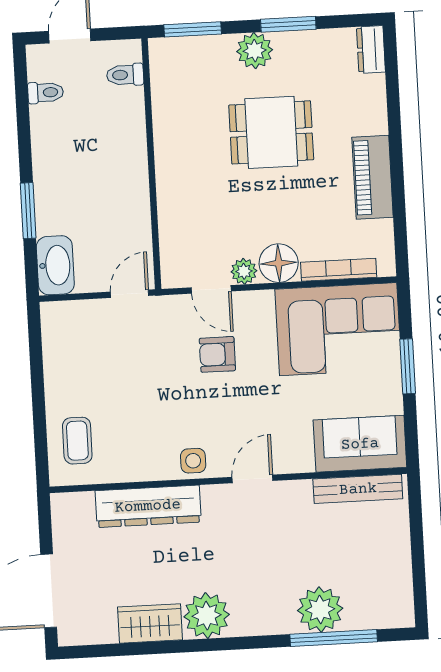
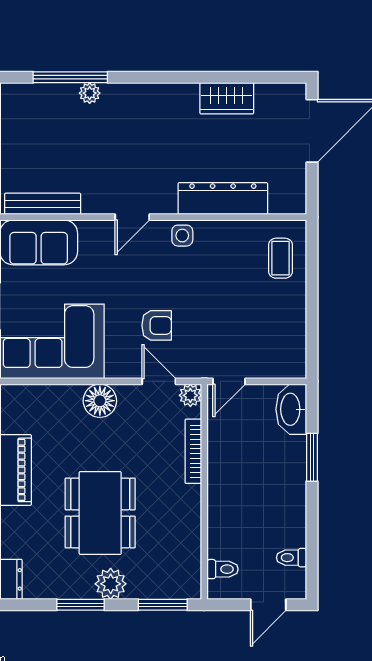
dining table: (271, 132) -> (100, 513), width x1.38
bookcase: (339, 270) -> (193, 451), moved, turned 90
plant: (244, 271) -> (190, 395), moved
plant: (320, 609) -> (90, 93), width x0.53, depth x0.53
plant: (207, 616) -> (178, 102), removed

